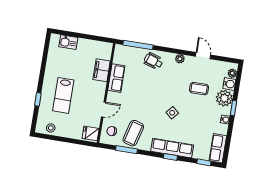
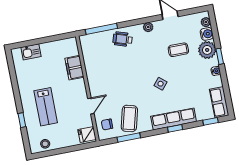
row of seats: (116, 78) -> (92, 70), removed

